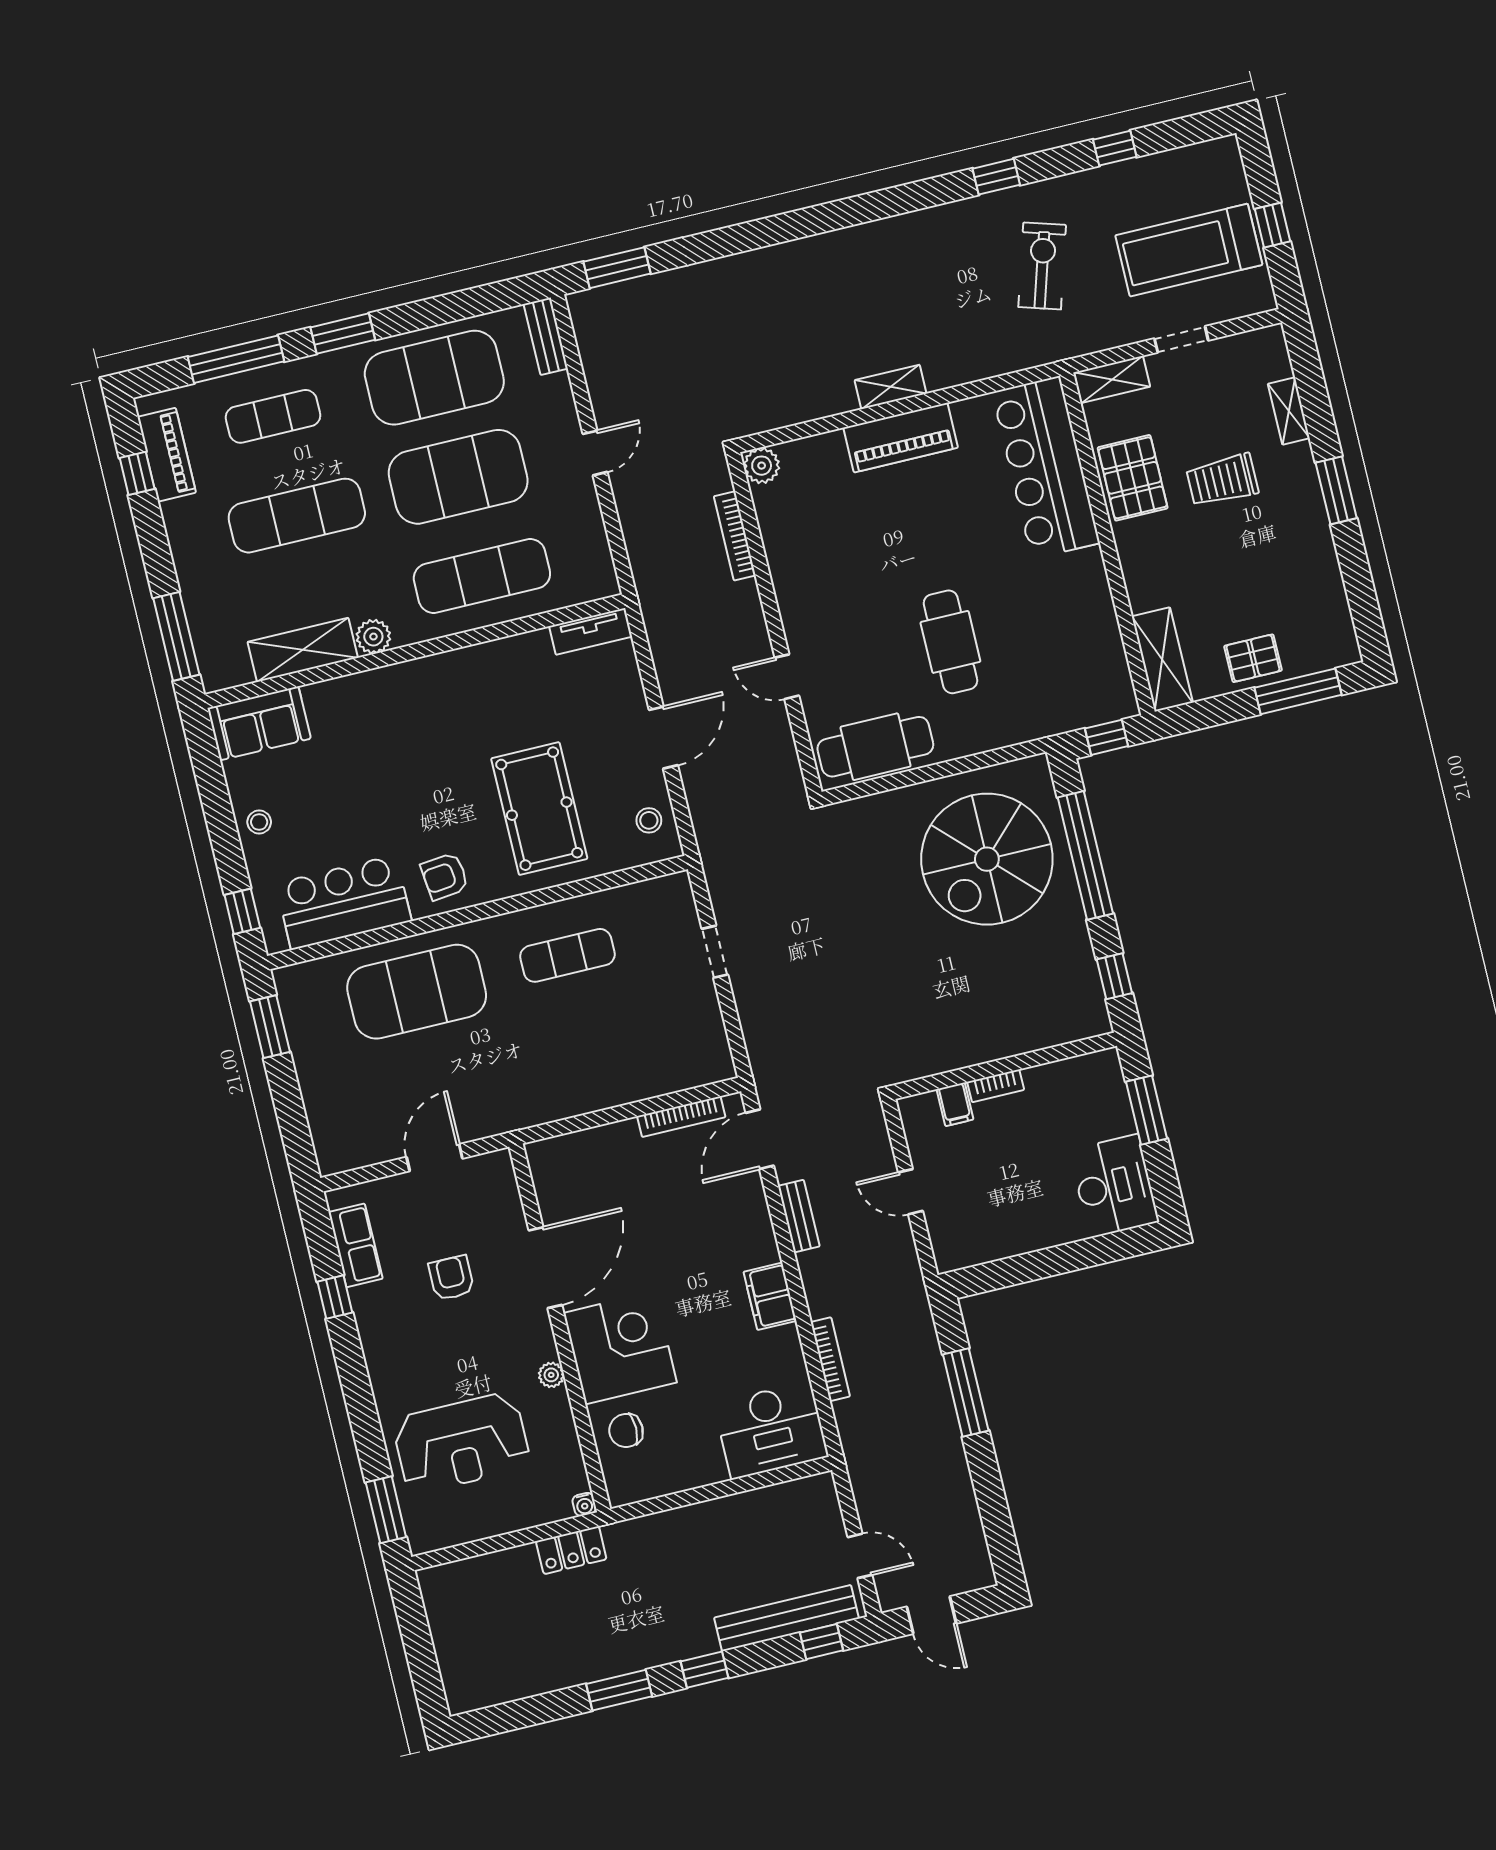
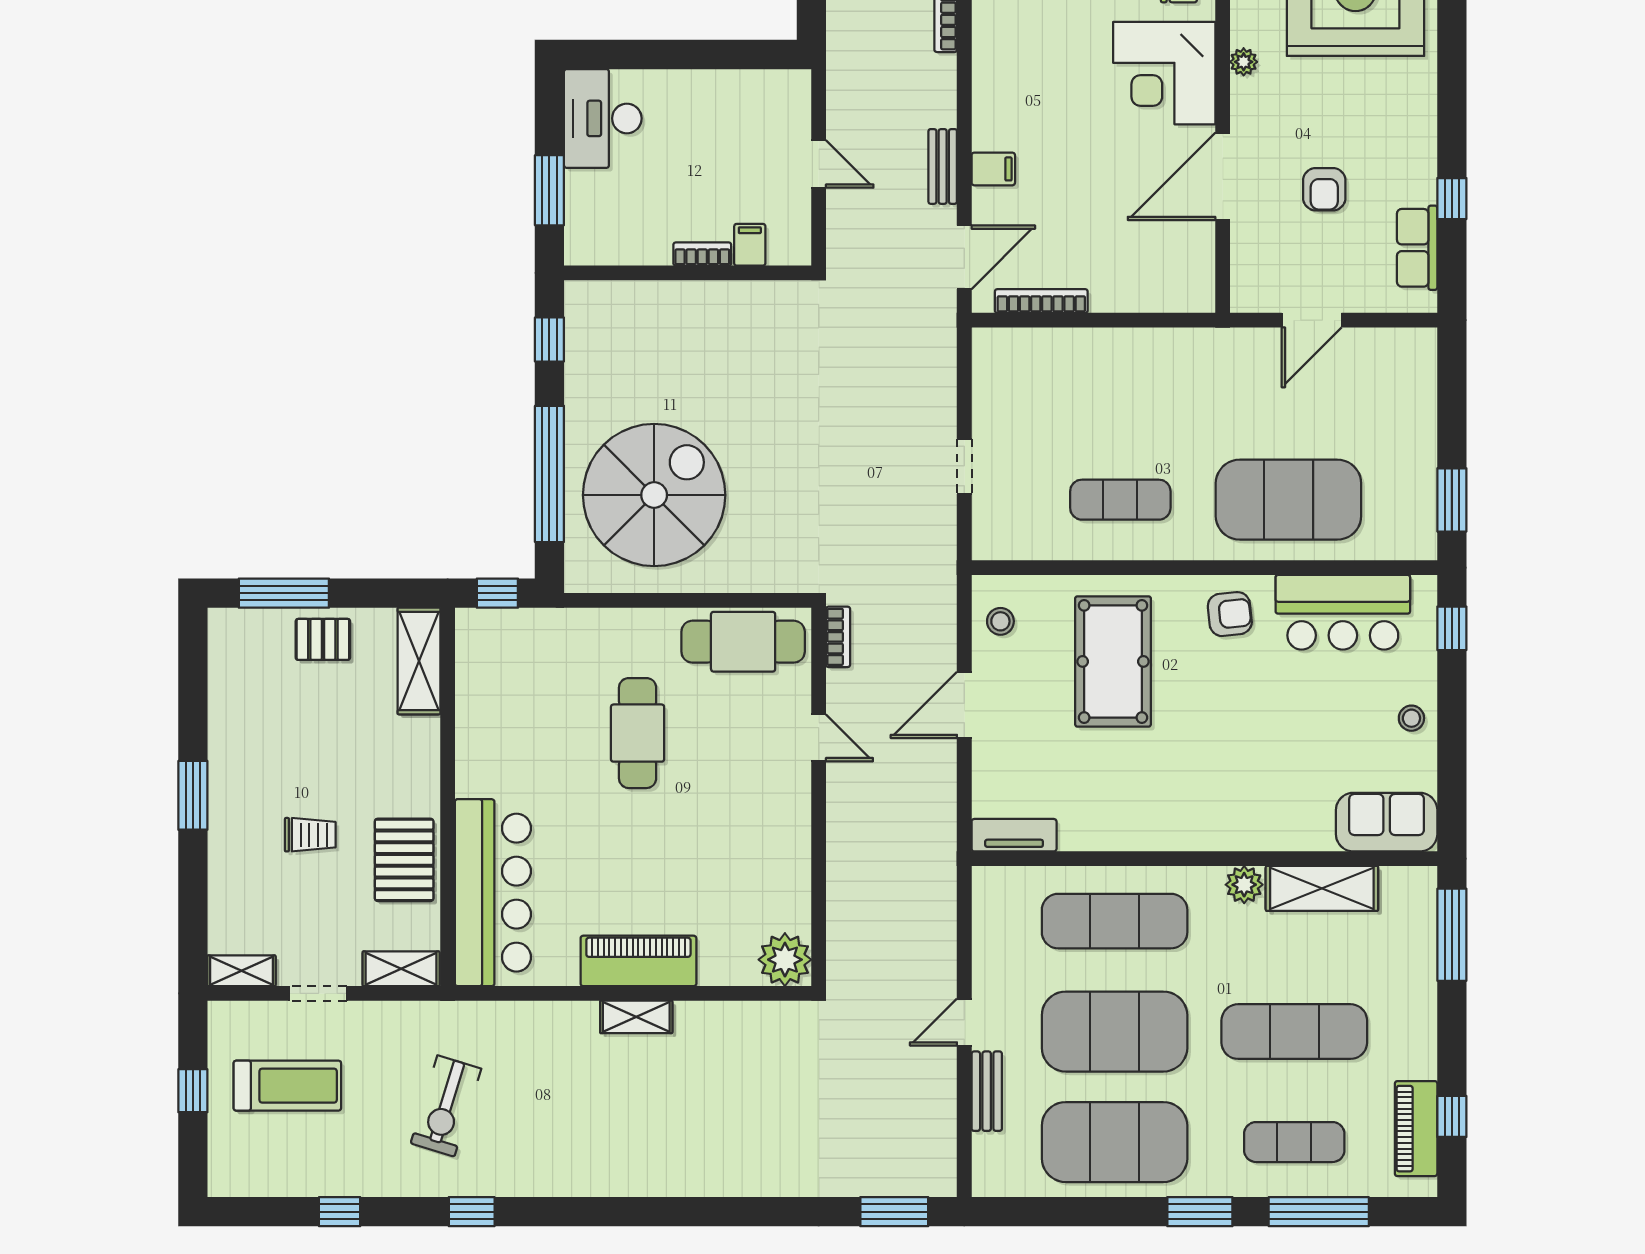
treadmill: (1189, 250) -> (287, 1086), width x0.73, depth x0.73
bench: (546, 336) -> (987, 1091), moved
shelving: (1289, 411) -> (241, 971), moved, turned 90
plant: (762, 466) -> (785, 960), width x1.36, depth x1.36
trolley: (1222, 480) -> (310, 835), width x0.73, depth x0.72
bookcase: (735, 536) -> (838, 637), moved, width x0.64
filing cabinet: (770, 1296) -> (993, 169), moved, width x0.50

